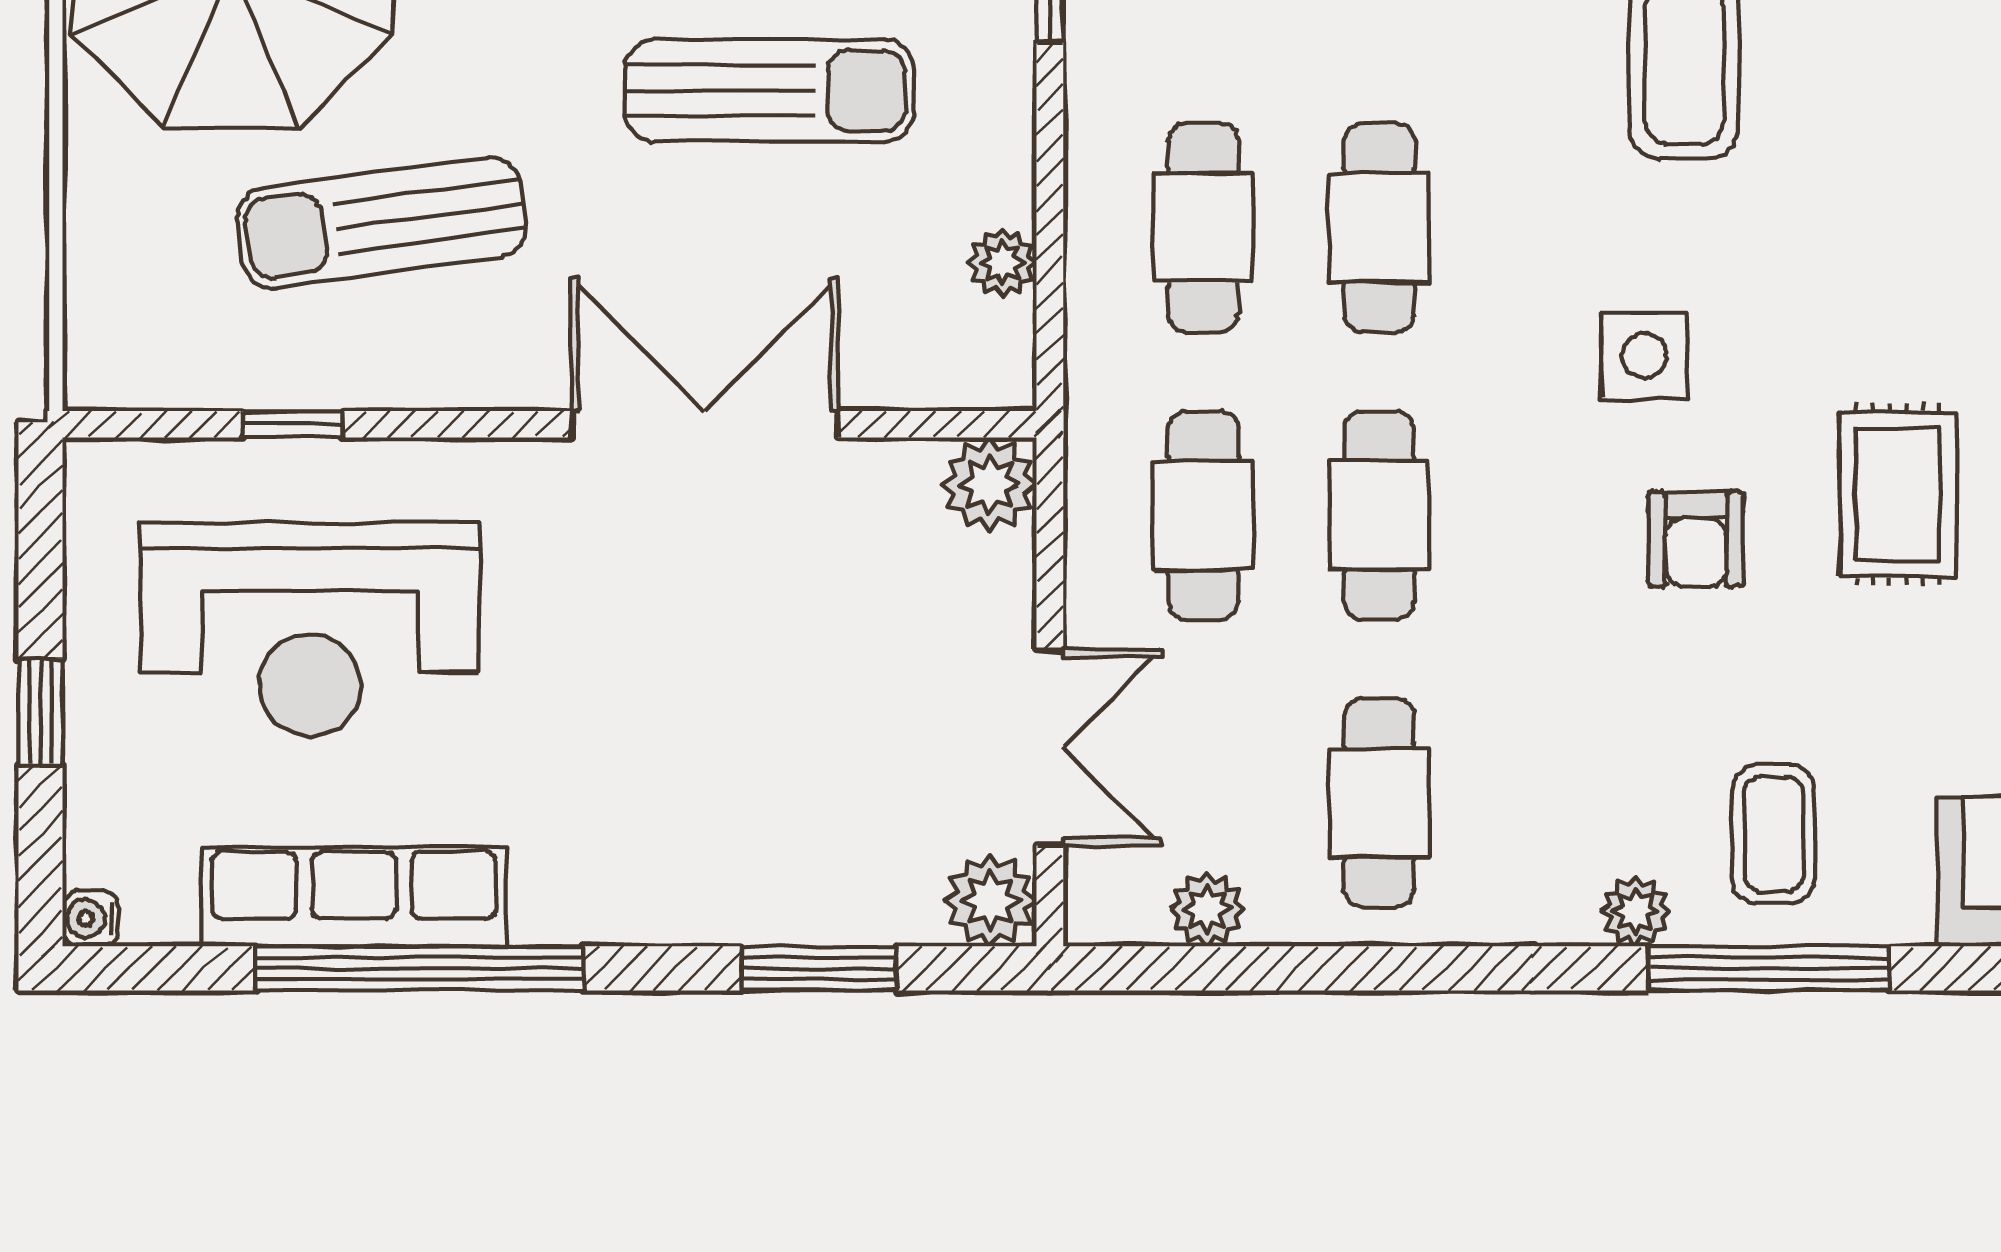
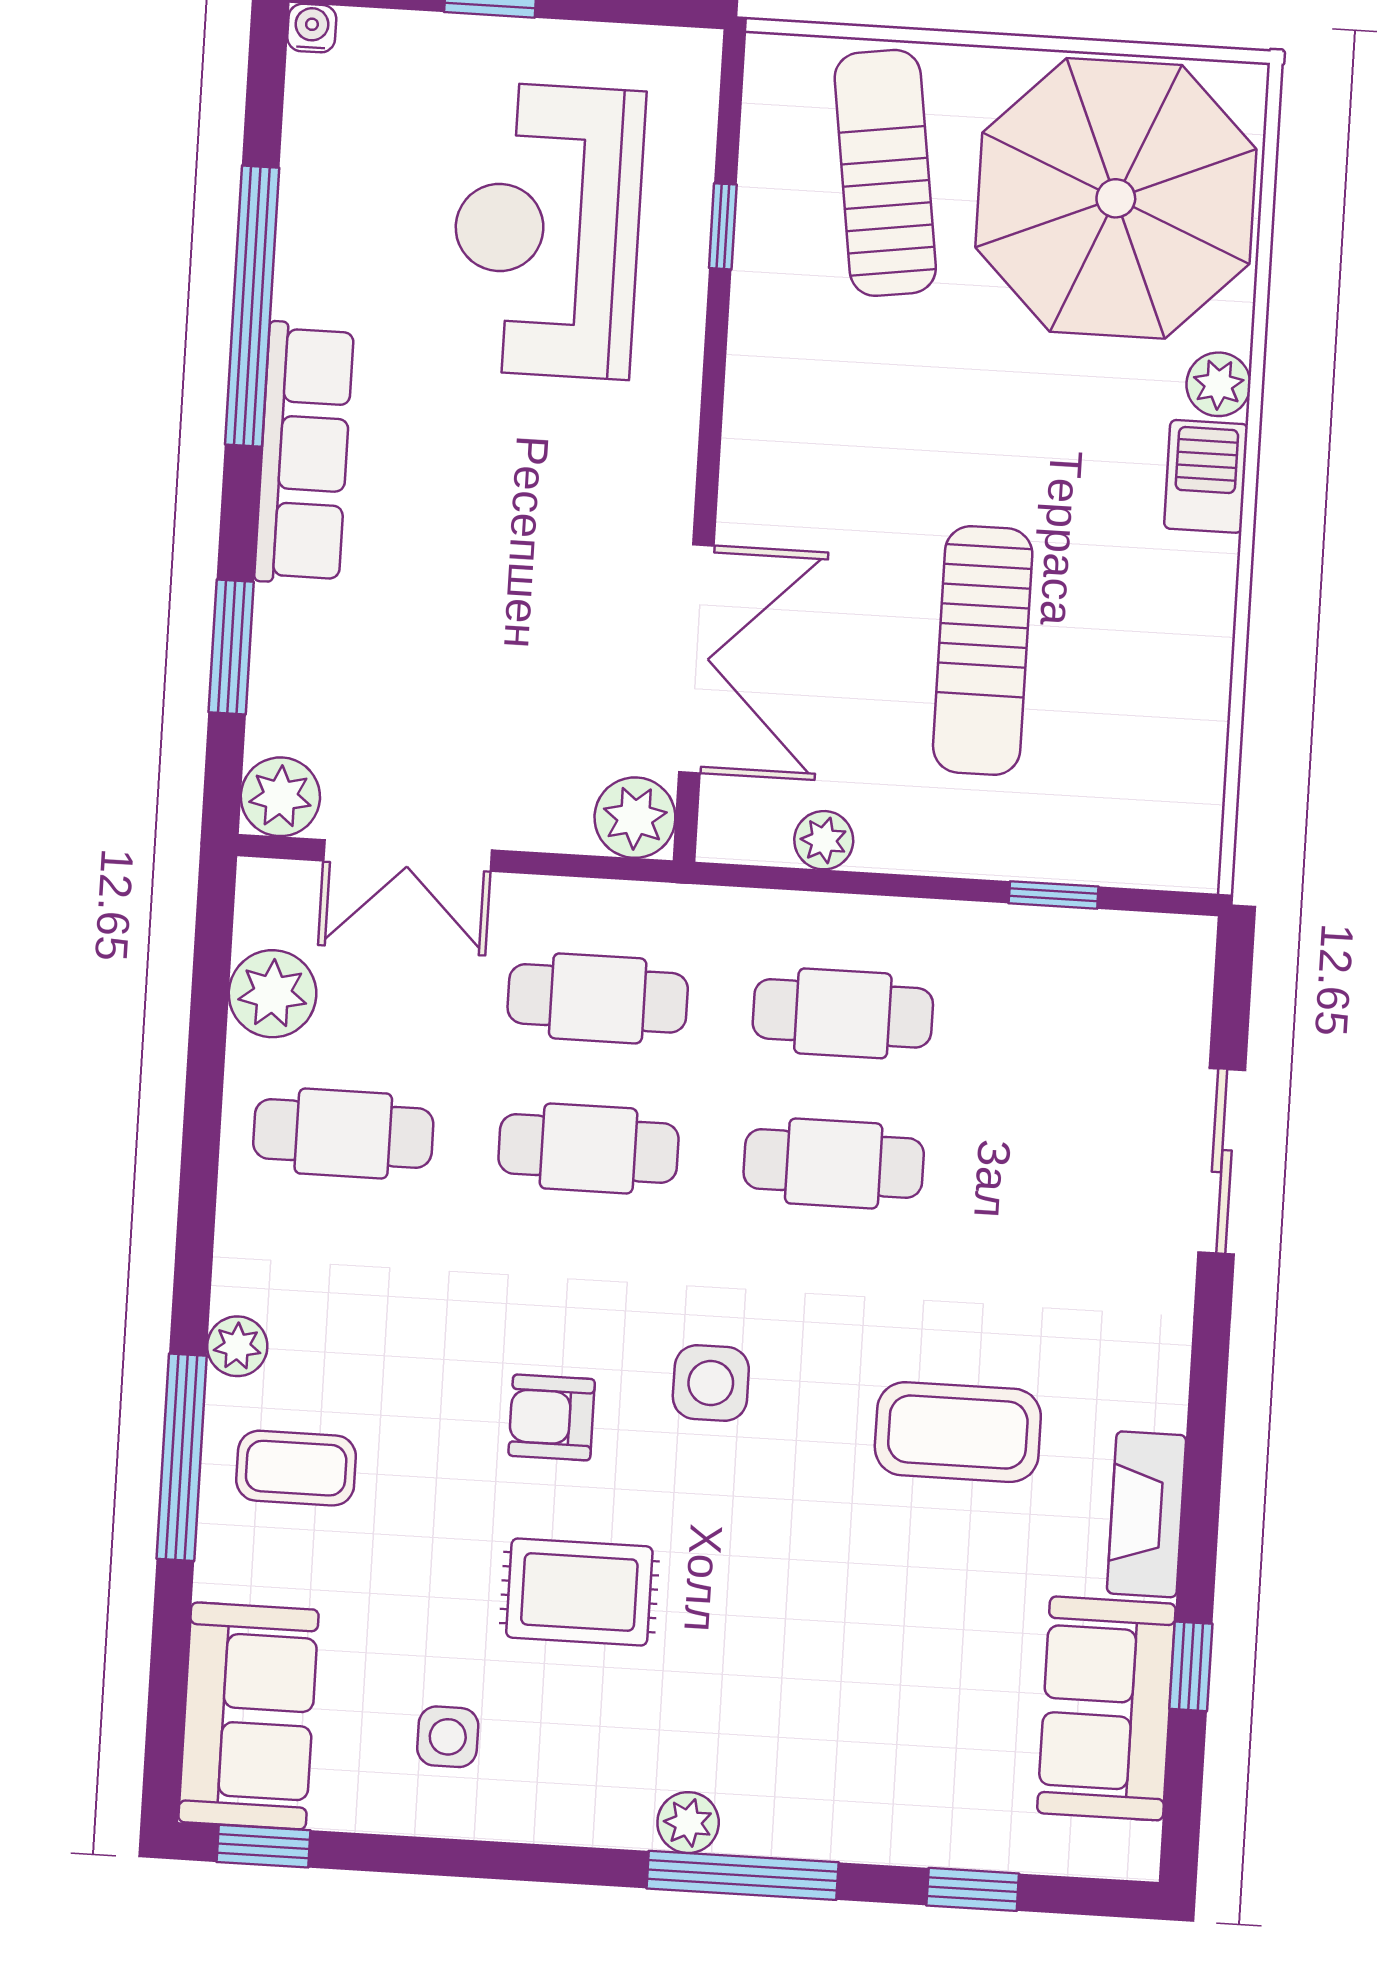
sun lounger: (381, 223) -> (885, 173), moved
double door: (705, 424) -> (696, 659), moved
row of seats: (354, 897) -> (304, 453), moved
plant: (1207, 909) -> (273, 994), width x1.38, depth x1.38

